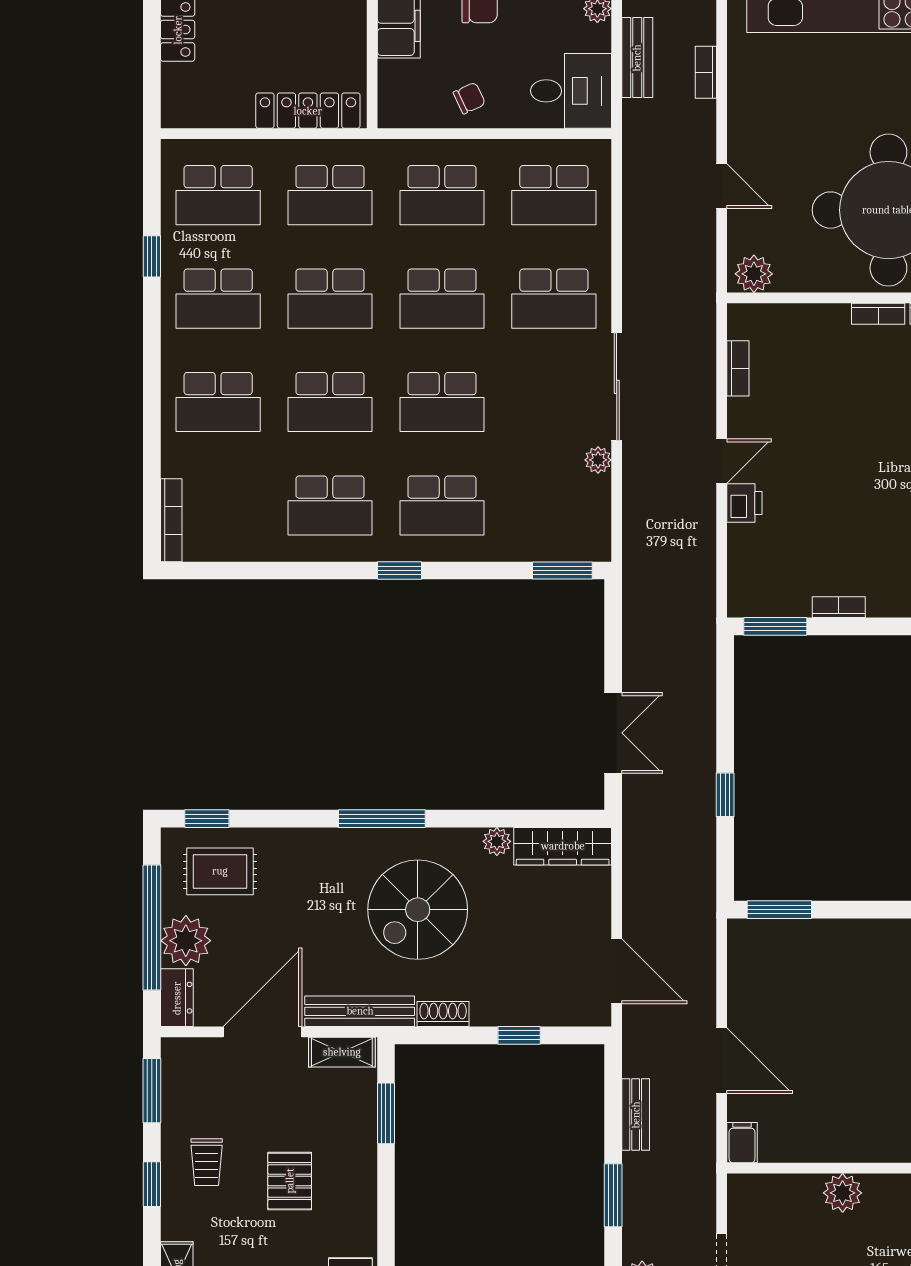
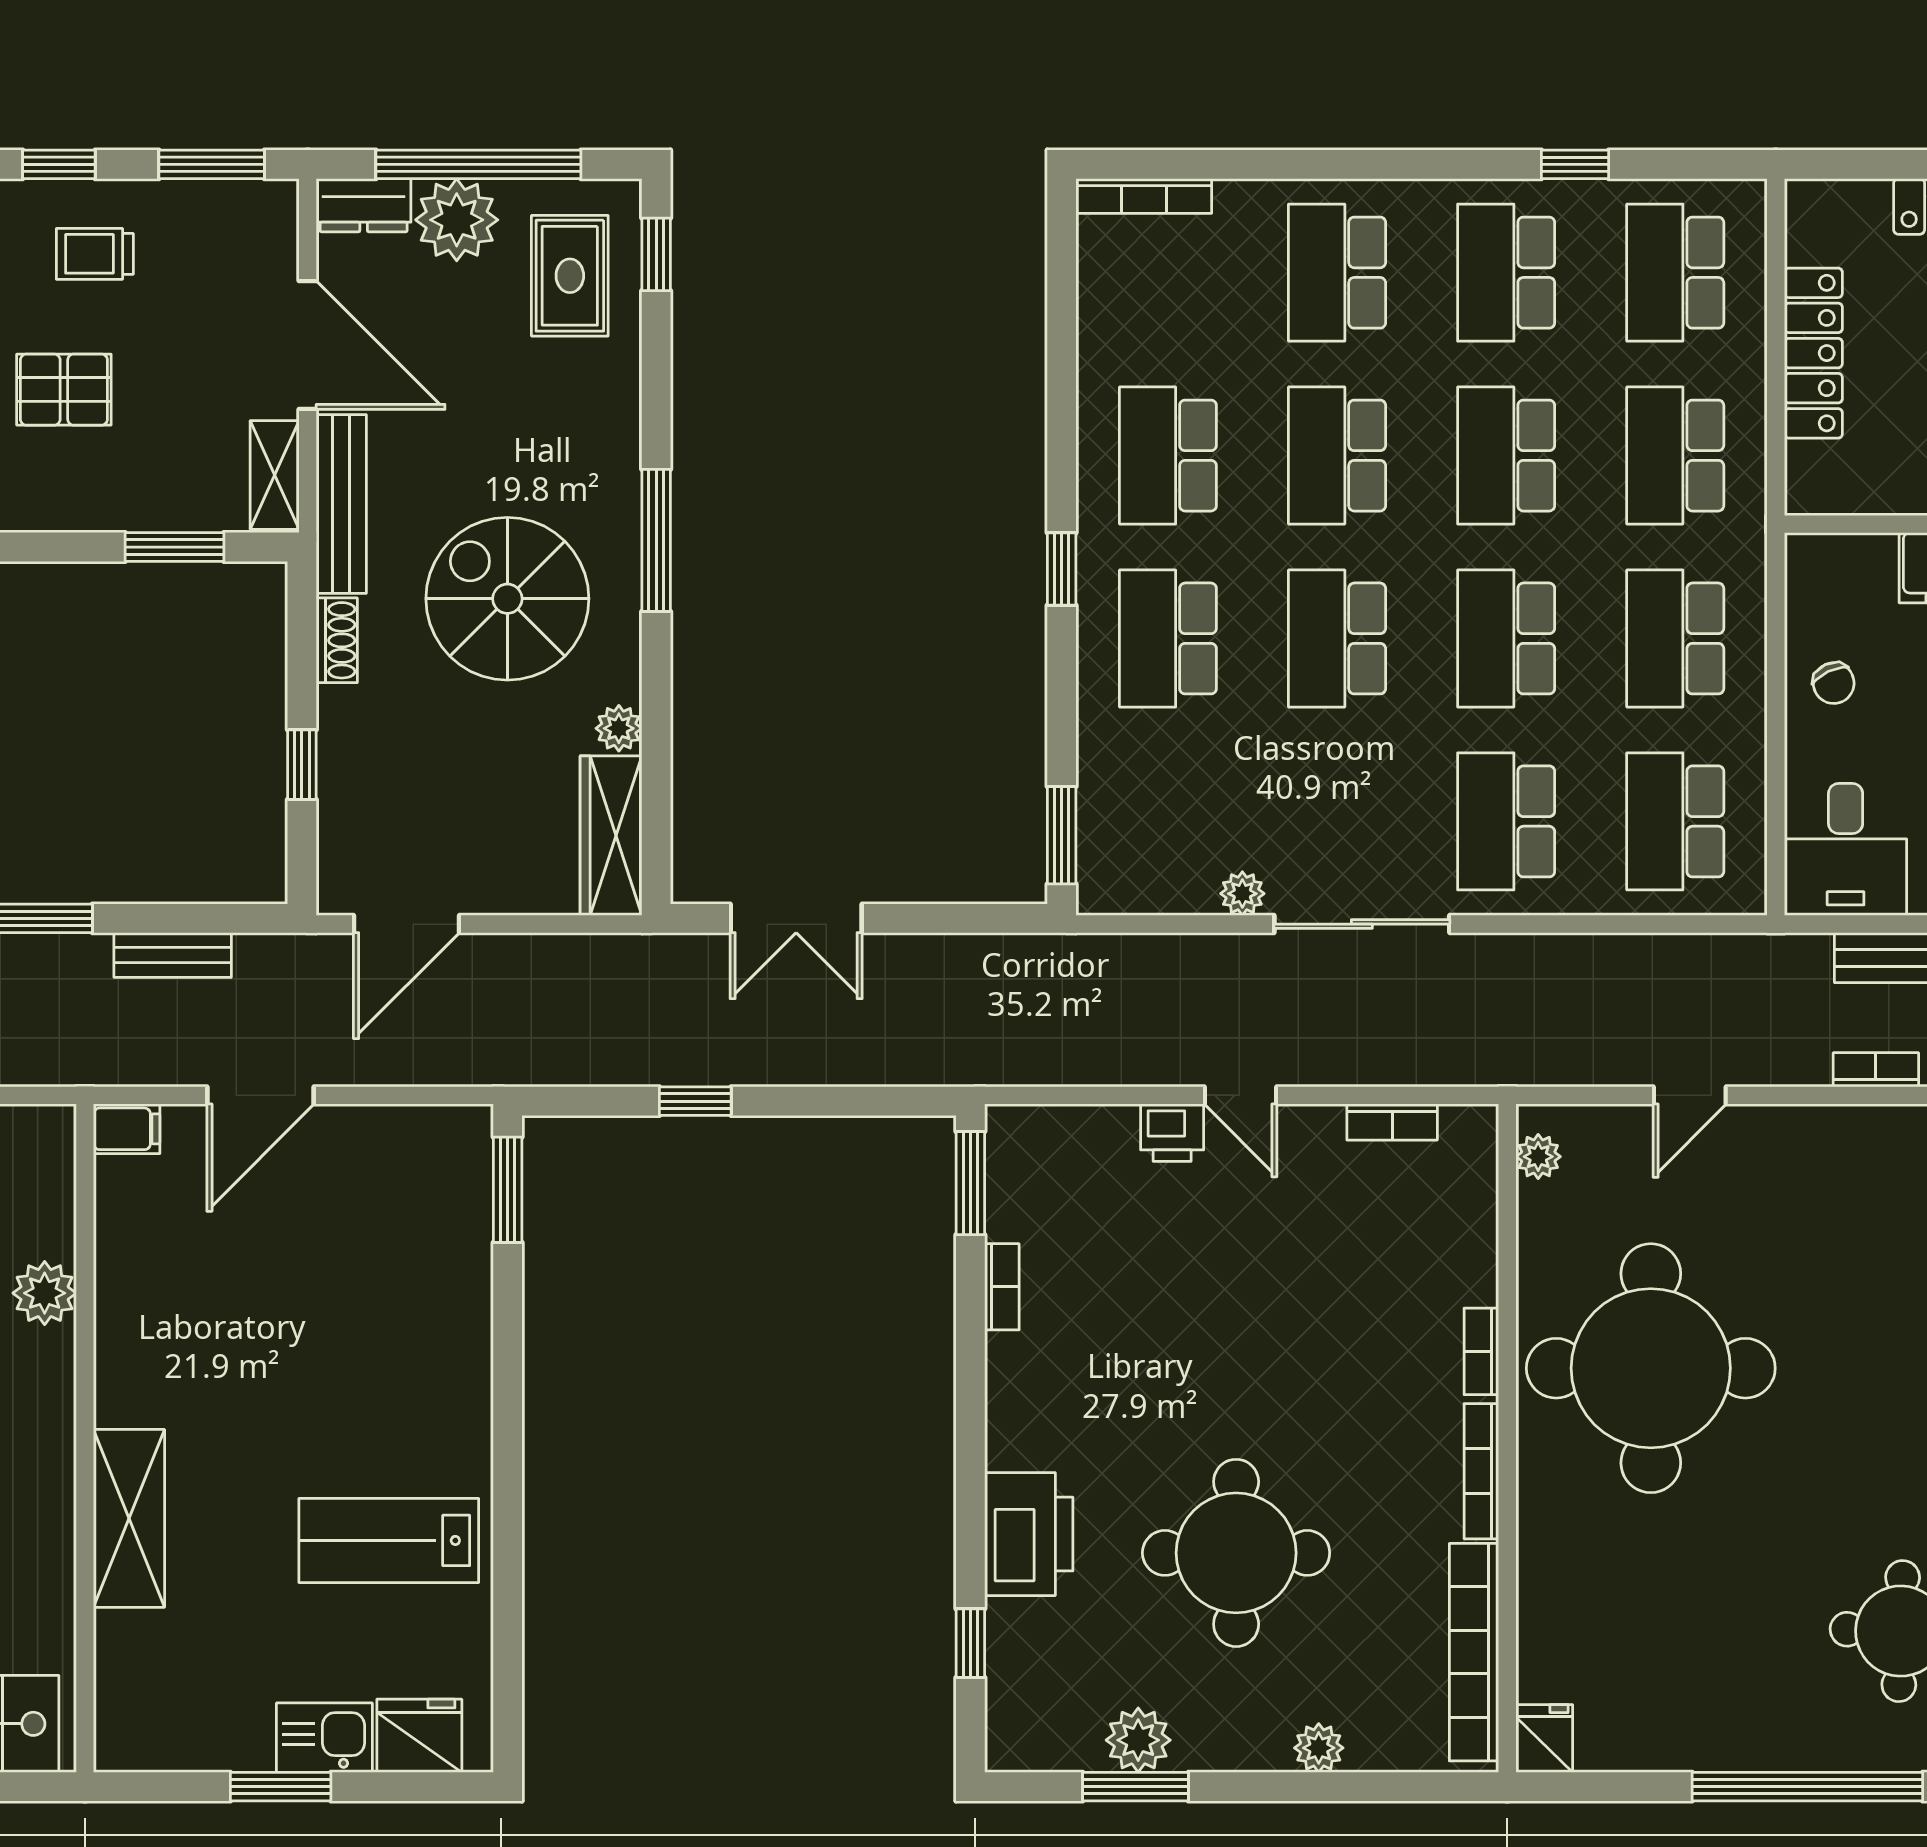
locker: (308, 111) -> (1813, 353), moved
plant: (754, 274) -> (1538, 1157), width x0.73, depth x0.73

